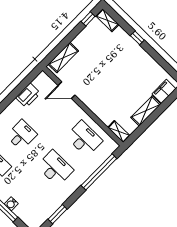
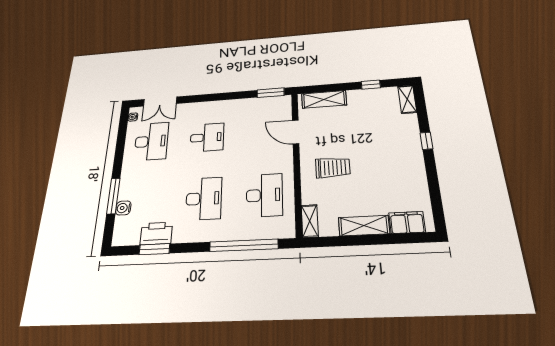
window: (88, 19) -> (371, 85), moved
window: (30, 78) -> (271, 93), added
trolley: (104, 94) -> (333, 168), added
printer: (28, 95) -> (156, 233), moved, turned 180
water cooler: (11, 204) -> (123, 208), moved

